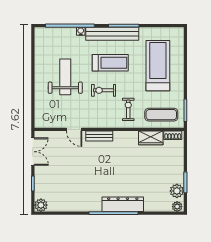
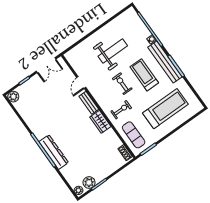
treadmill: (110, 63) -> (144, 75), turned 180
wardrobe: (151, 138) -> (100, 122), moved

